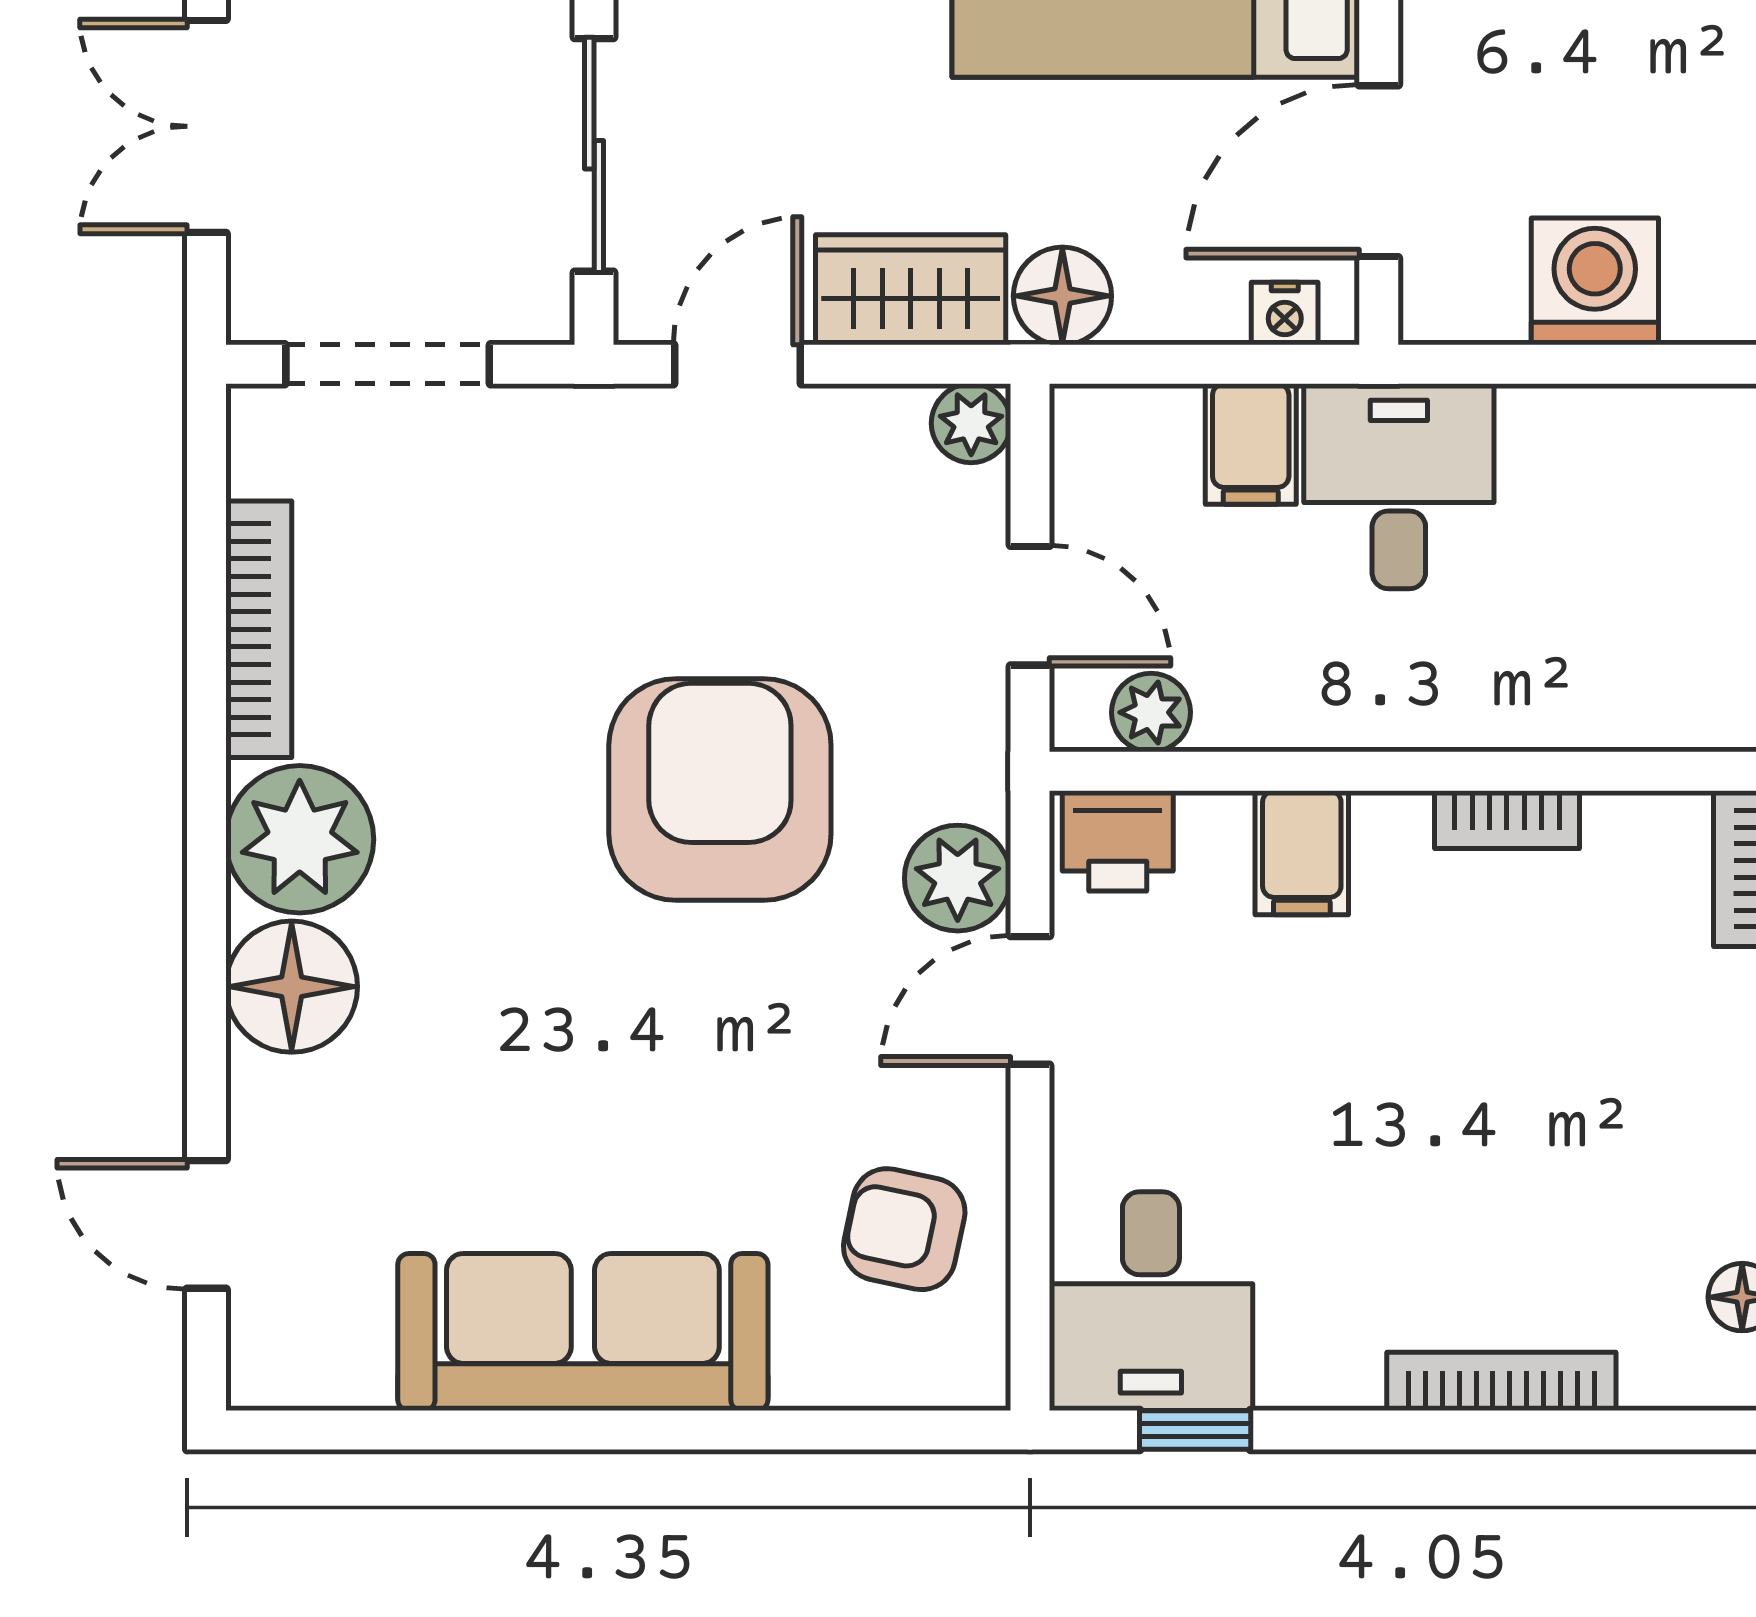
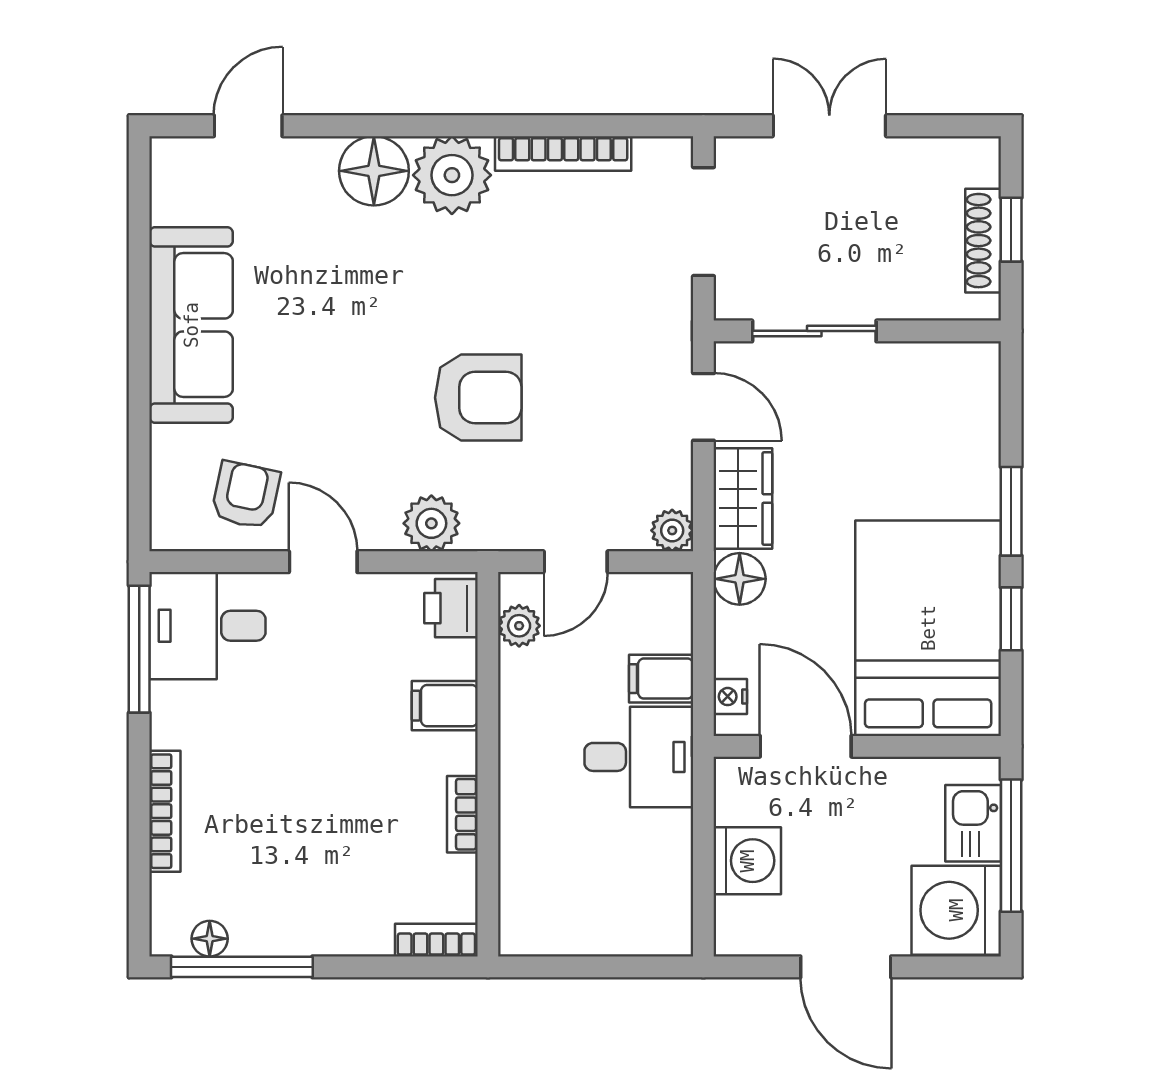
armchair: (720, 789) -> (478, 398), width x0.73, depth x0.73
door: (1030, 1000) -> (323, 562), moved
window: (1195, 1430) -> (139, 649), width x2.17

